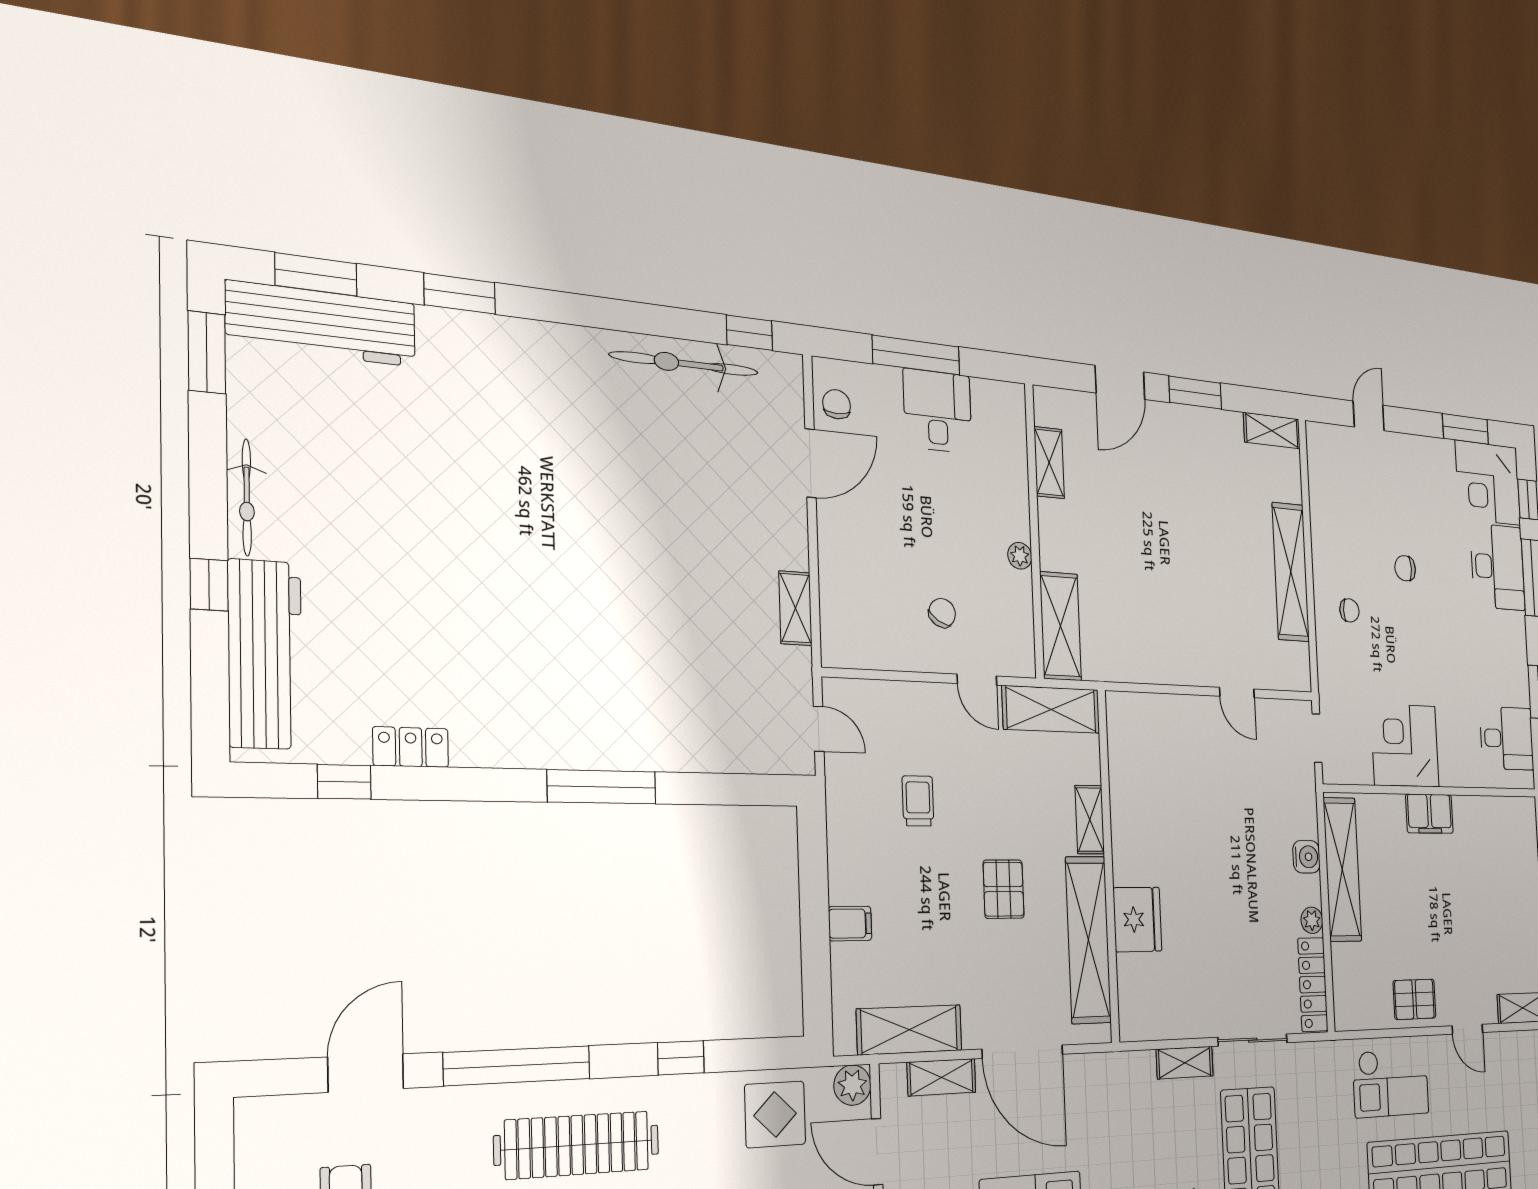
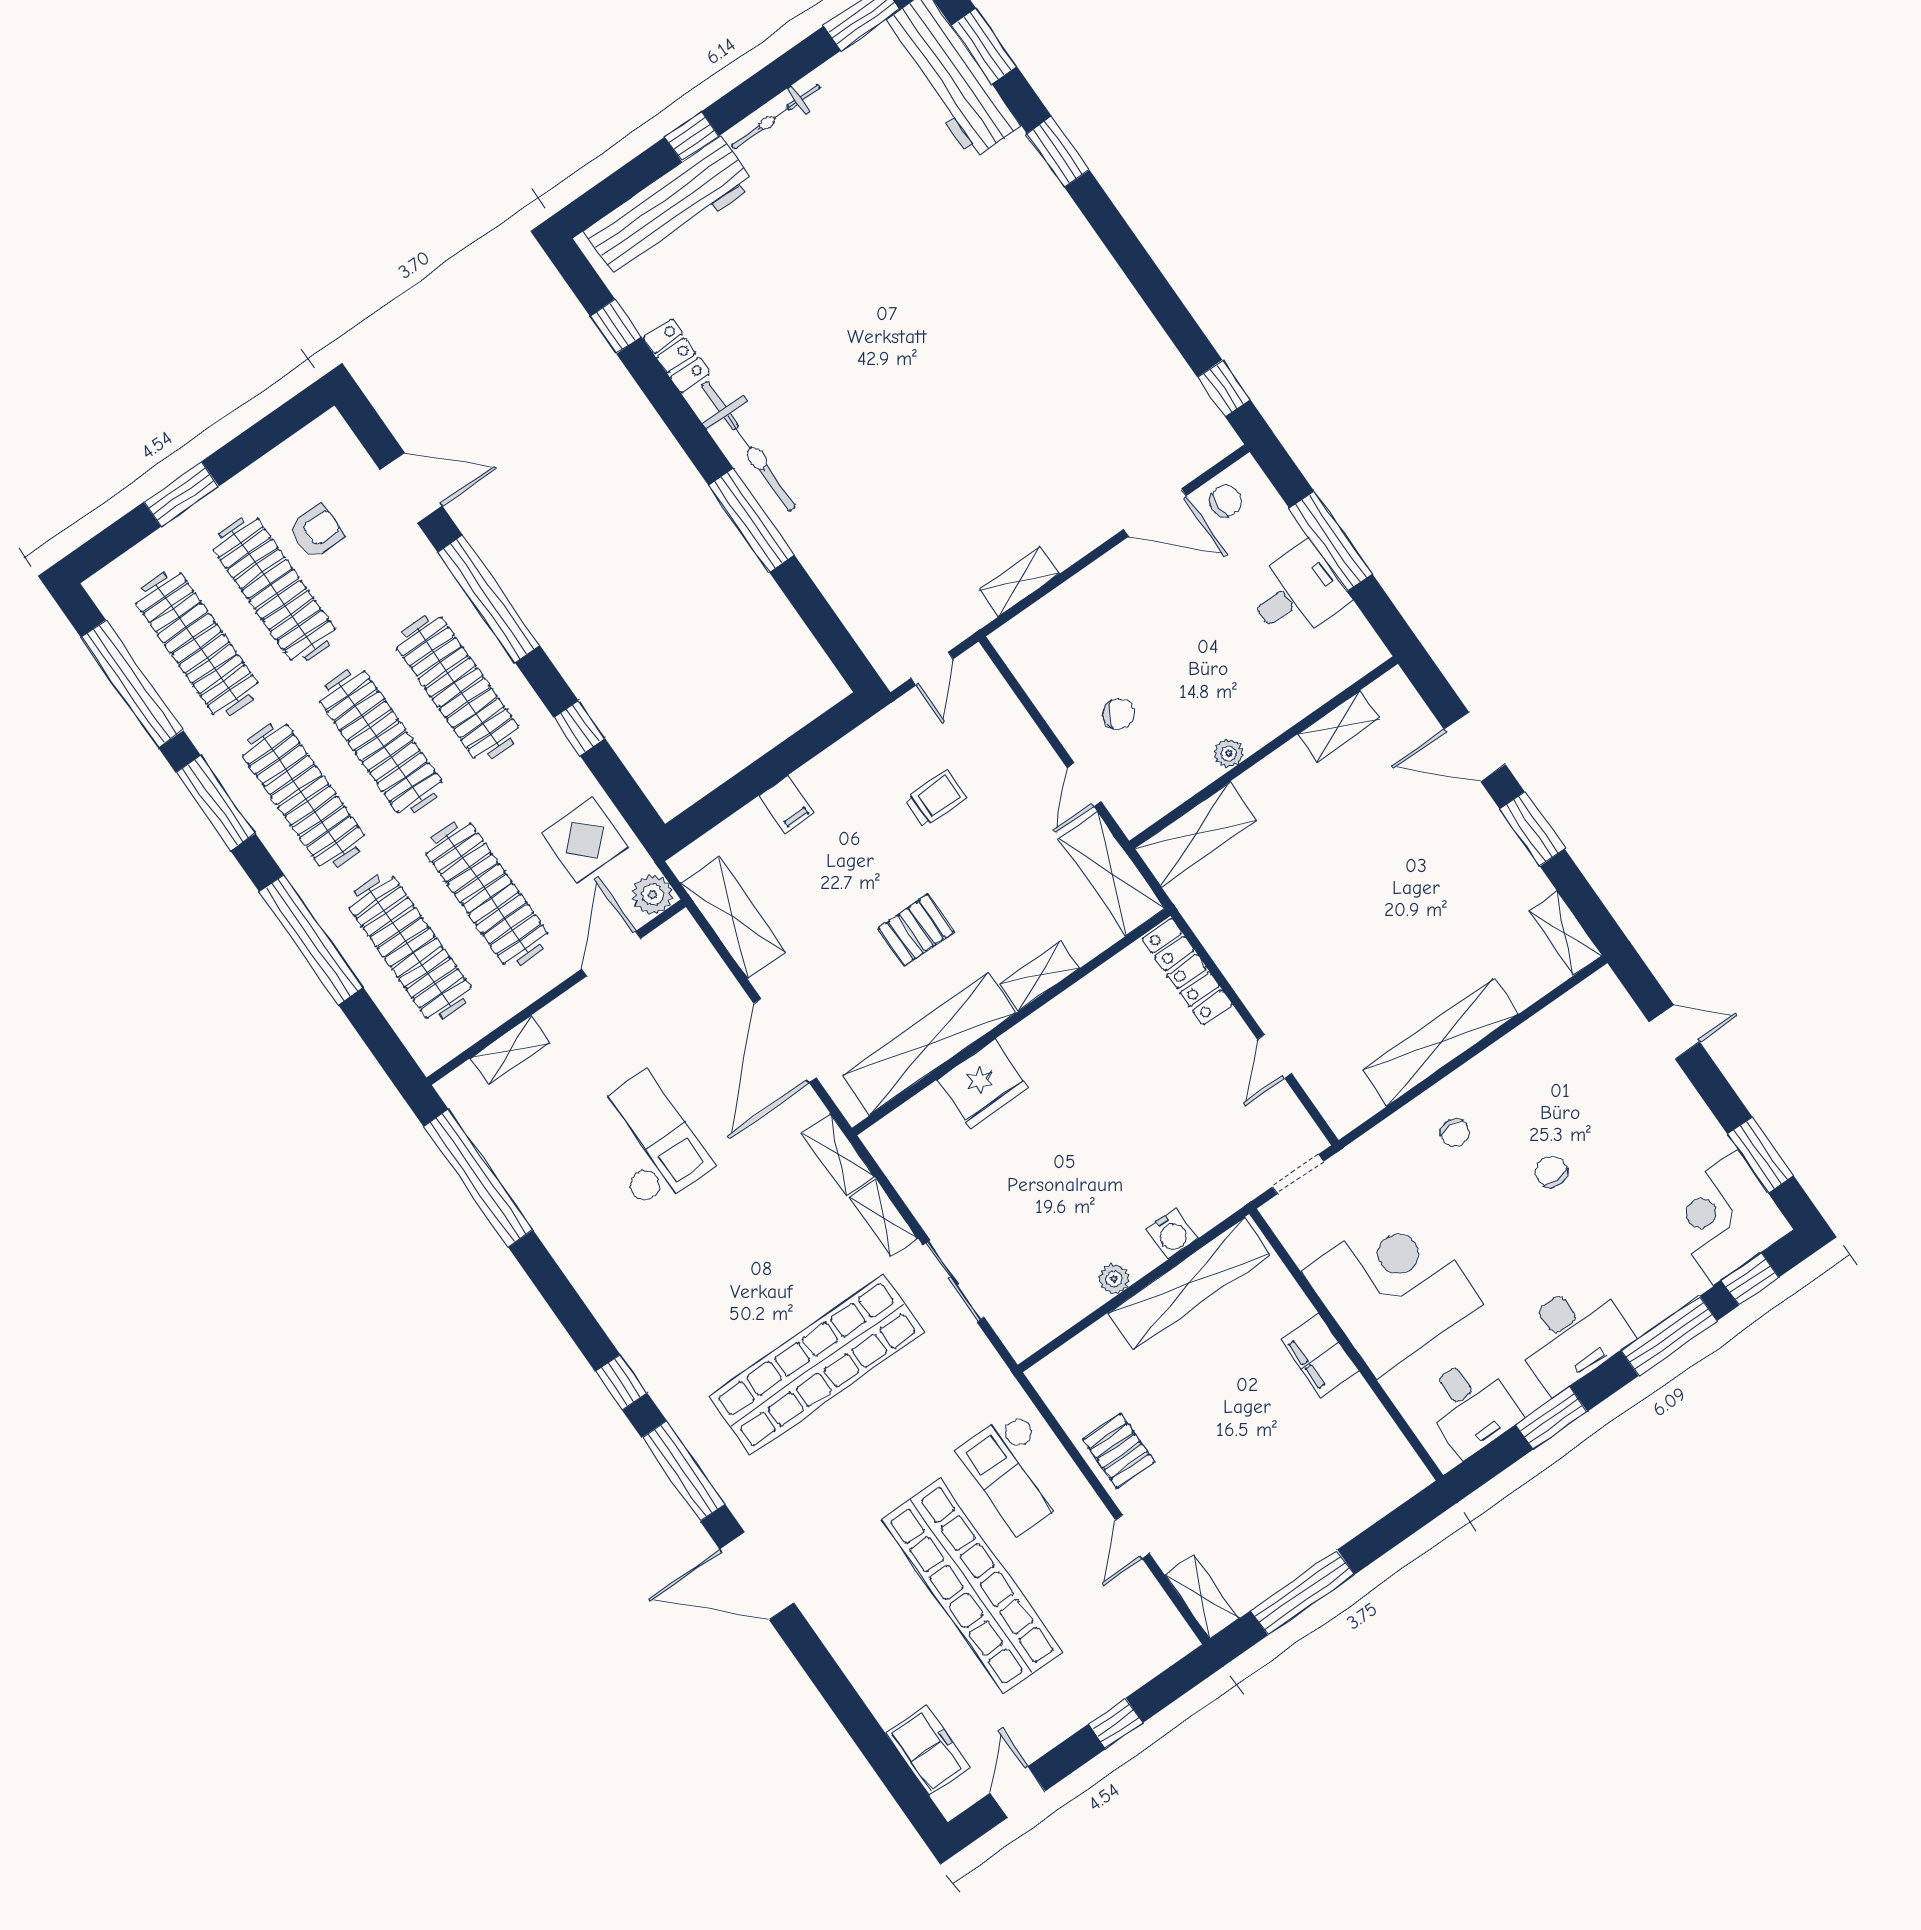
bicycle: (684, 364) -> (748, 446), moved, turned 180
desk: (1498, 567) -> (1572, 1335), moved
corner desk: (1405, 745) -> (1392, 1287), width x1.36, depth x1.36
locker: (1313, 984) -> (1187, 971), moved, turned -90
shelving: (942, 1077) -> (838, 1155), moved

